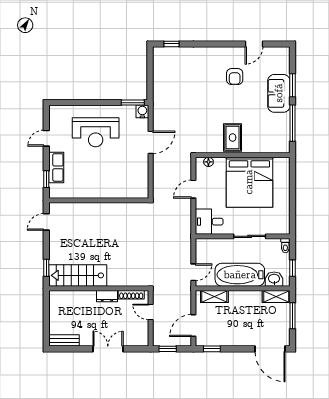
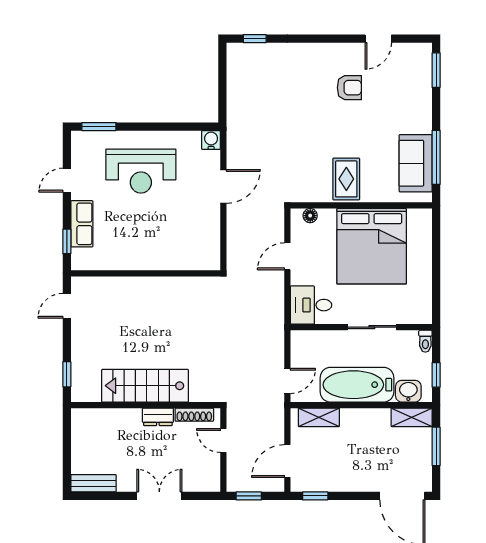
armchair: (235, 77) -> (349, 88), turned -90
window: (293, 85) -> (436, 70), moved
sofa: (279, 93) -> (416, 163), moved
window: (133, 103) -> (99, 127), moved
stairs: (78, 275) -> (145, 386), moved

